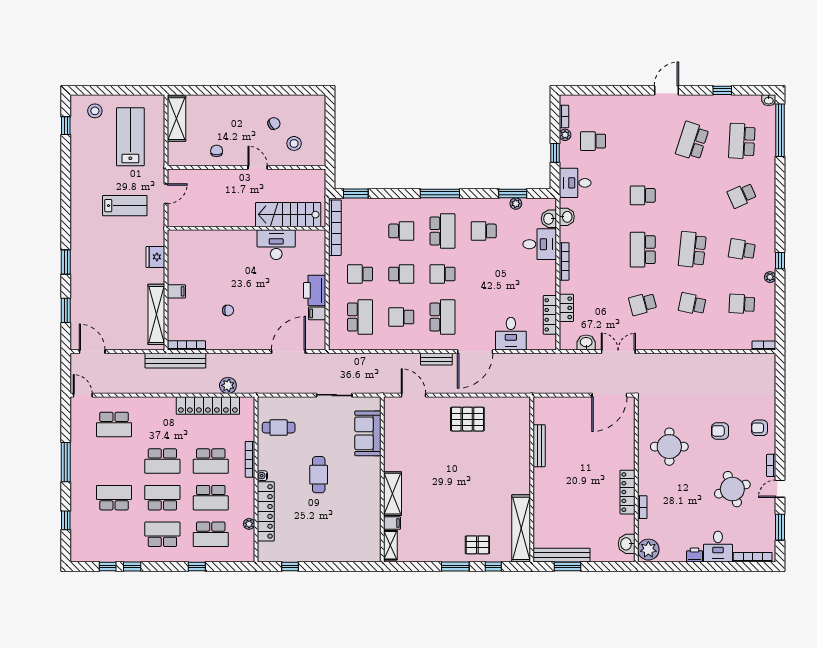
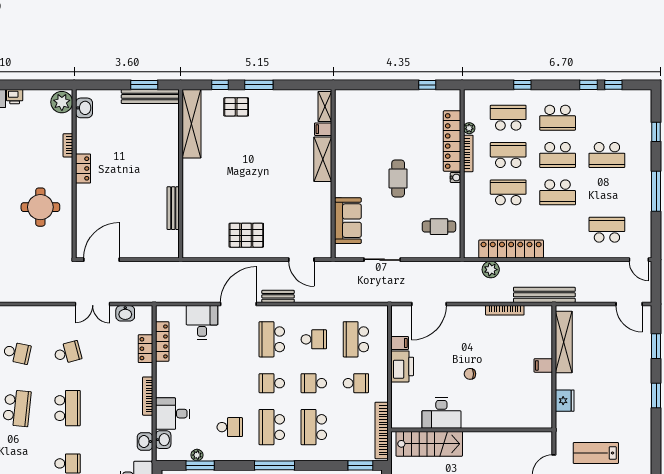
school desk: (401, 231) -> (314, 427), width x1.85
school desk: (442, 274) -> (272, 383), turned 180
chair: (228, 310) -> (470, 374), moved
bookcase: (187, 345) -> (505, 310), moved
bookcase: (250, 459) -> (468, 153), moved
school desk: (162, 461) -> (558, 192), turned 180
locker: (628, 492) -> (83, 168), width x0.66

